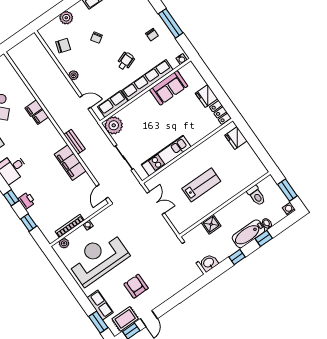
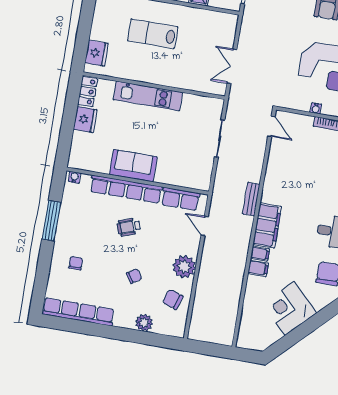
chair: (152, 35) -> (76, 263), moved
plant: (73, 75) -> (184, 267), width x1.88, depth x1.88
sofa: (169, 88) -> (133, 166), moved
plant: (114, 125) -> (199, 178), removed
kitchen unit: (166, 156) -> (148, 96), moved
filing cabinet: (70, 163) -> (267, 226), moved
lab bench: (201, 185) -> (153, 34), moved
door: (102, 192) -> (271, 126), hinge flipped

